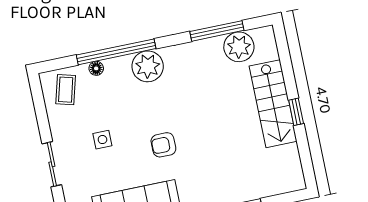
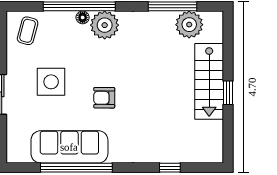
floor lamp: (96, 68) -> (83, 17), moved
side table: (102, 140) -> (51, 82), width x1.87, depth x1.87

